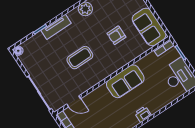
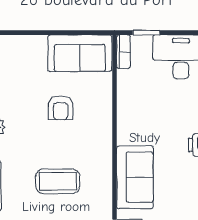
coffee table: (80, 58) -> (58, 181), turned 90
sofa: (125, 81) -> (135, 177), moved

